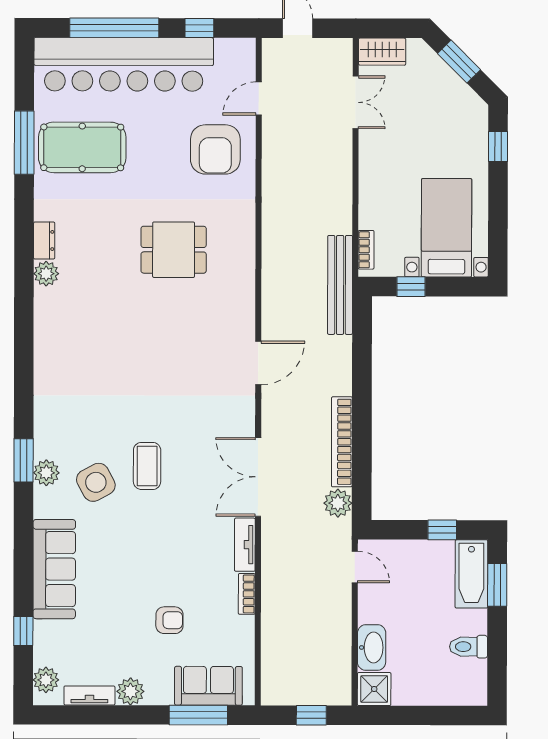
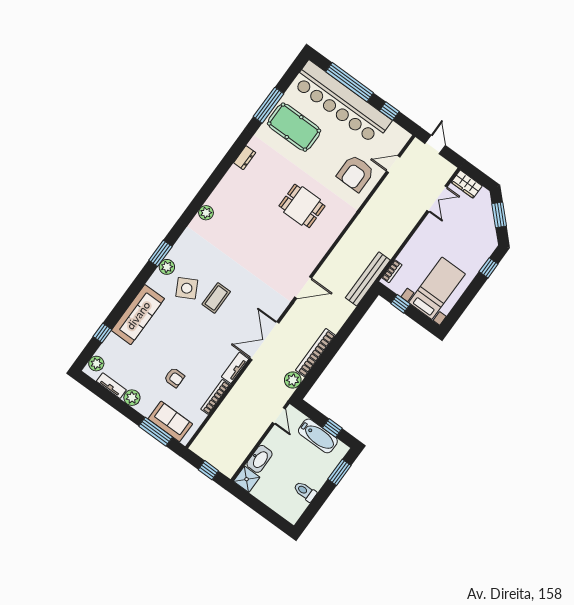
plant: (46, 274) -> (206, 213), moved
bathtub: (471, 574) -> (318, 436), moved, turned -90
bookcase: (247, 594) -> (215, 397), width x1.56

